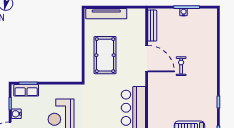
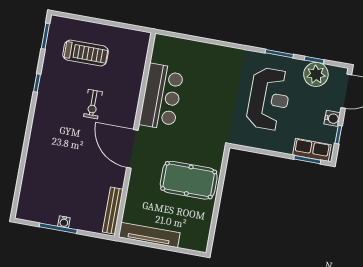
tv unit: (106, 14) -> (149, 235), moved
pool table: (105, 55) -> (189, 180), turned 90
door: (147, 59) -> (132, 149), moved
exercise bike: (181, 66) -> (93, 104), moved

